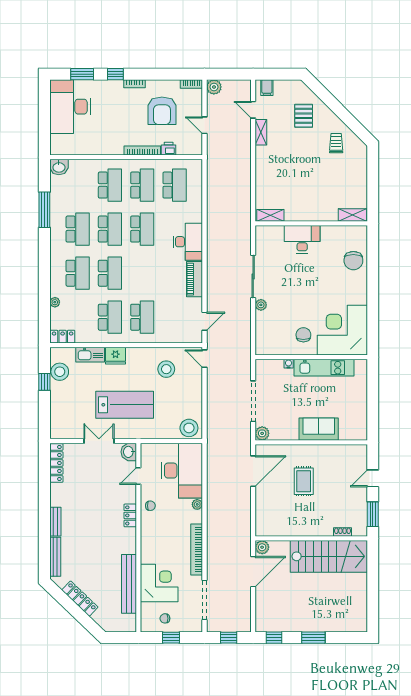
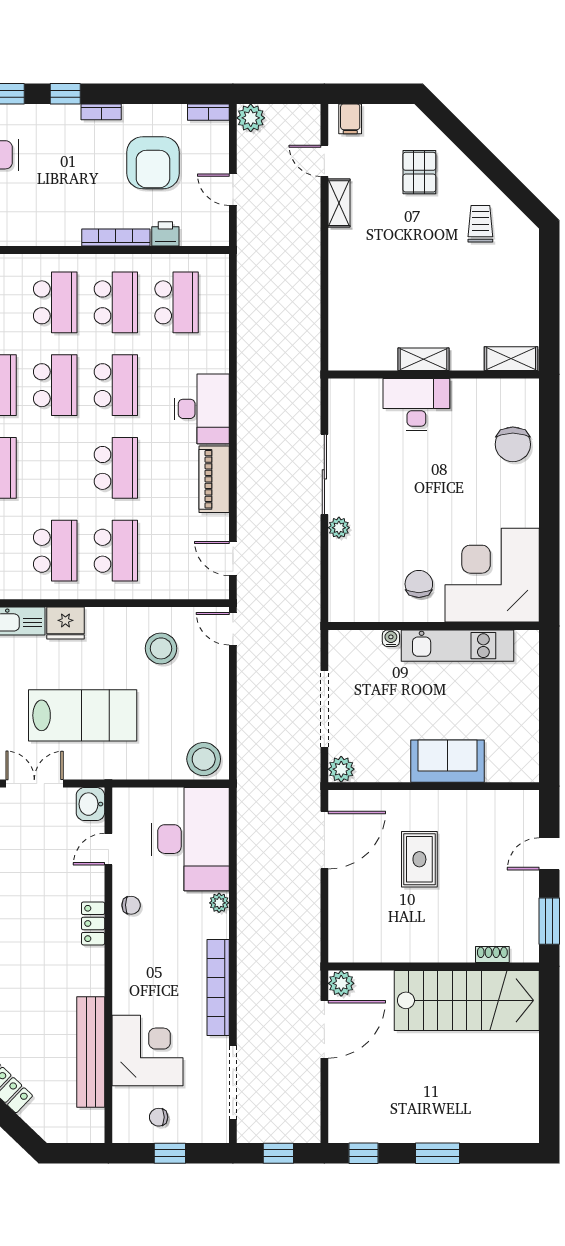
shelving: (270, 215) -> (424, 359), moved
school desk: (110, 273) -> (116, 468), moved
door: (204, 321) -> (233, 558), swing flipped

